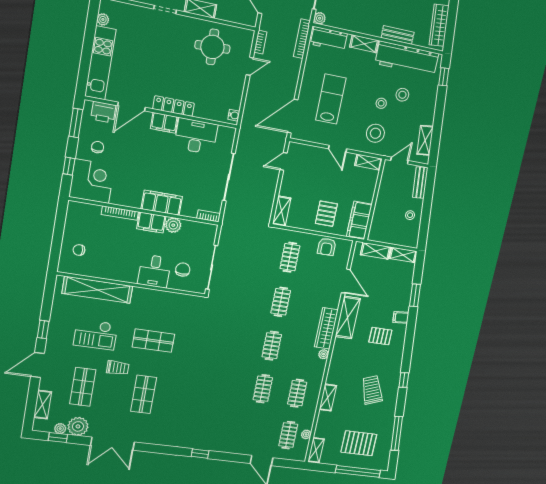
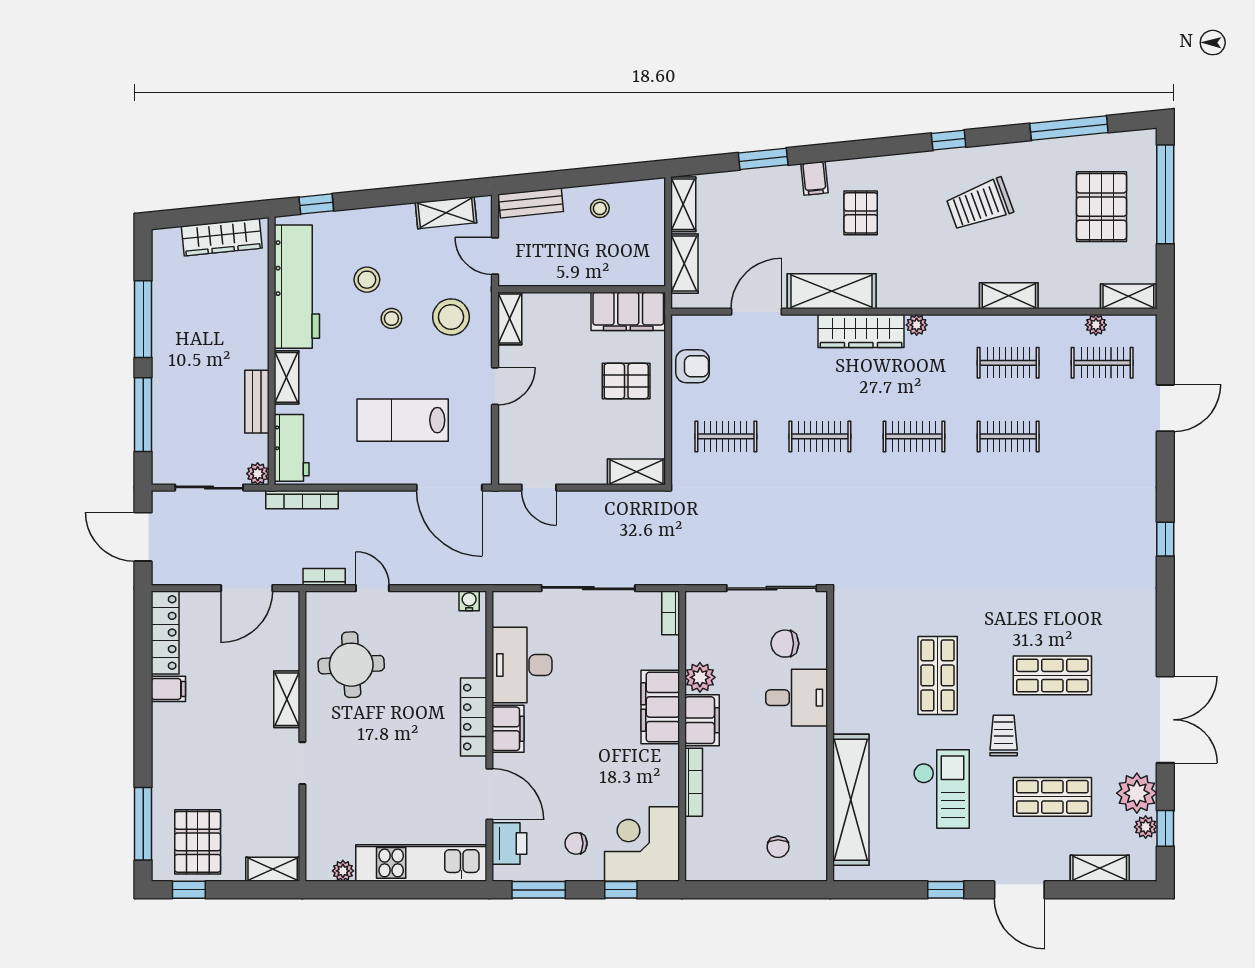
bench: (398, 35) -> (257, 402), moved

